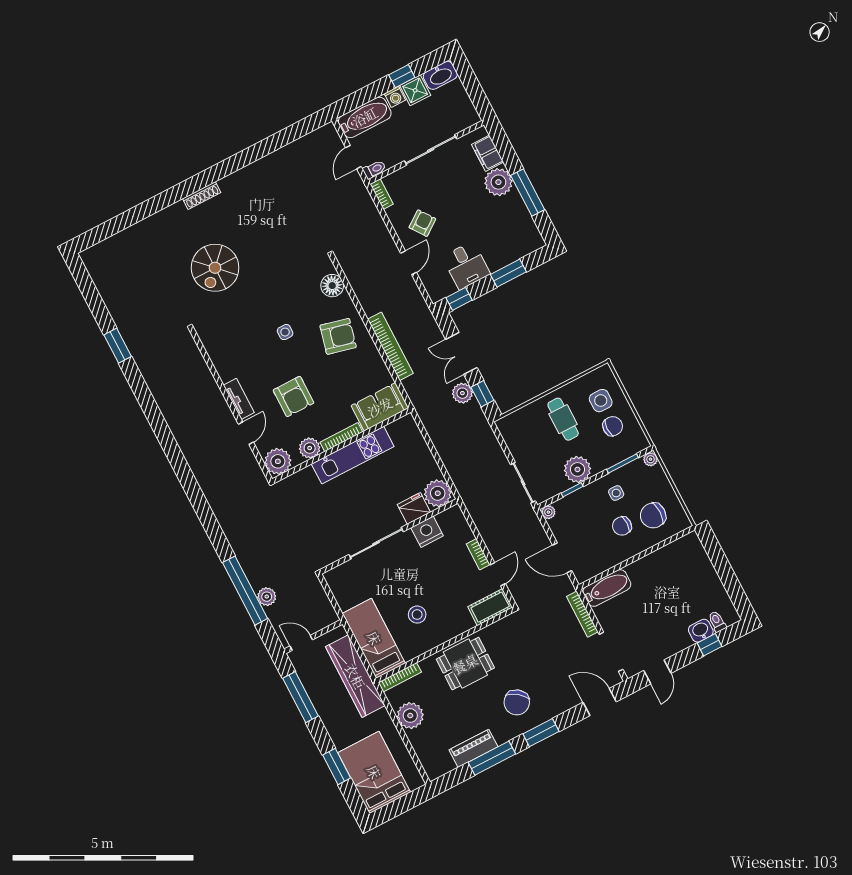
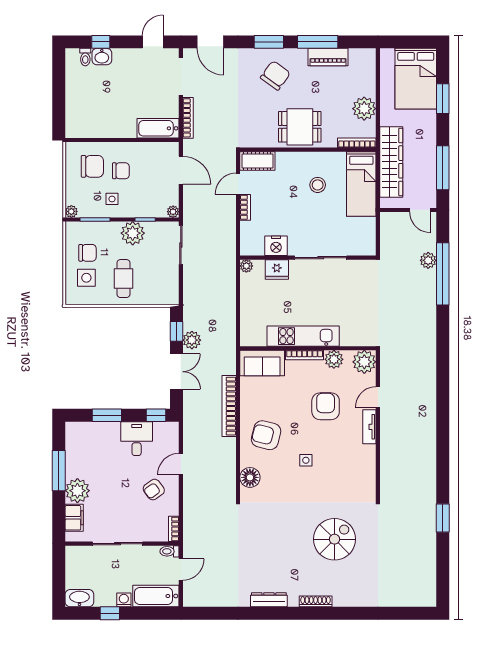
shower: (415, 90) -> (105, 597), removed
dresser: (249, 173) -> (269, 600), added
chair: (613, 426) -> (87, 253), turned 180
plant: (438, 493) -> (246, 266), width x0.53, depth x0.53

